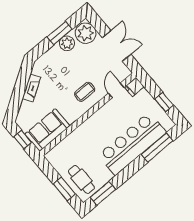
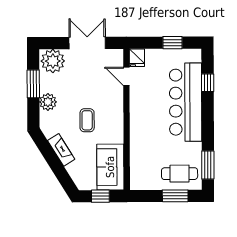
plant: (67, 43) -> (48, 102), moved
coffee table: (85, 92) -> (87, 120), moved
window: (157, 148) -> (208, 83), width x0.46

